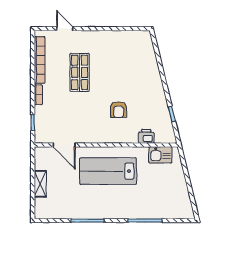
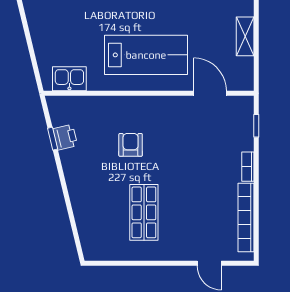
shop shelf: (80, 72) -> (144, 212), moved
printer: (146, 136) -> (65, 137), moved, turned -104

